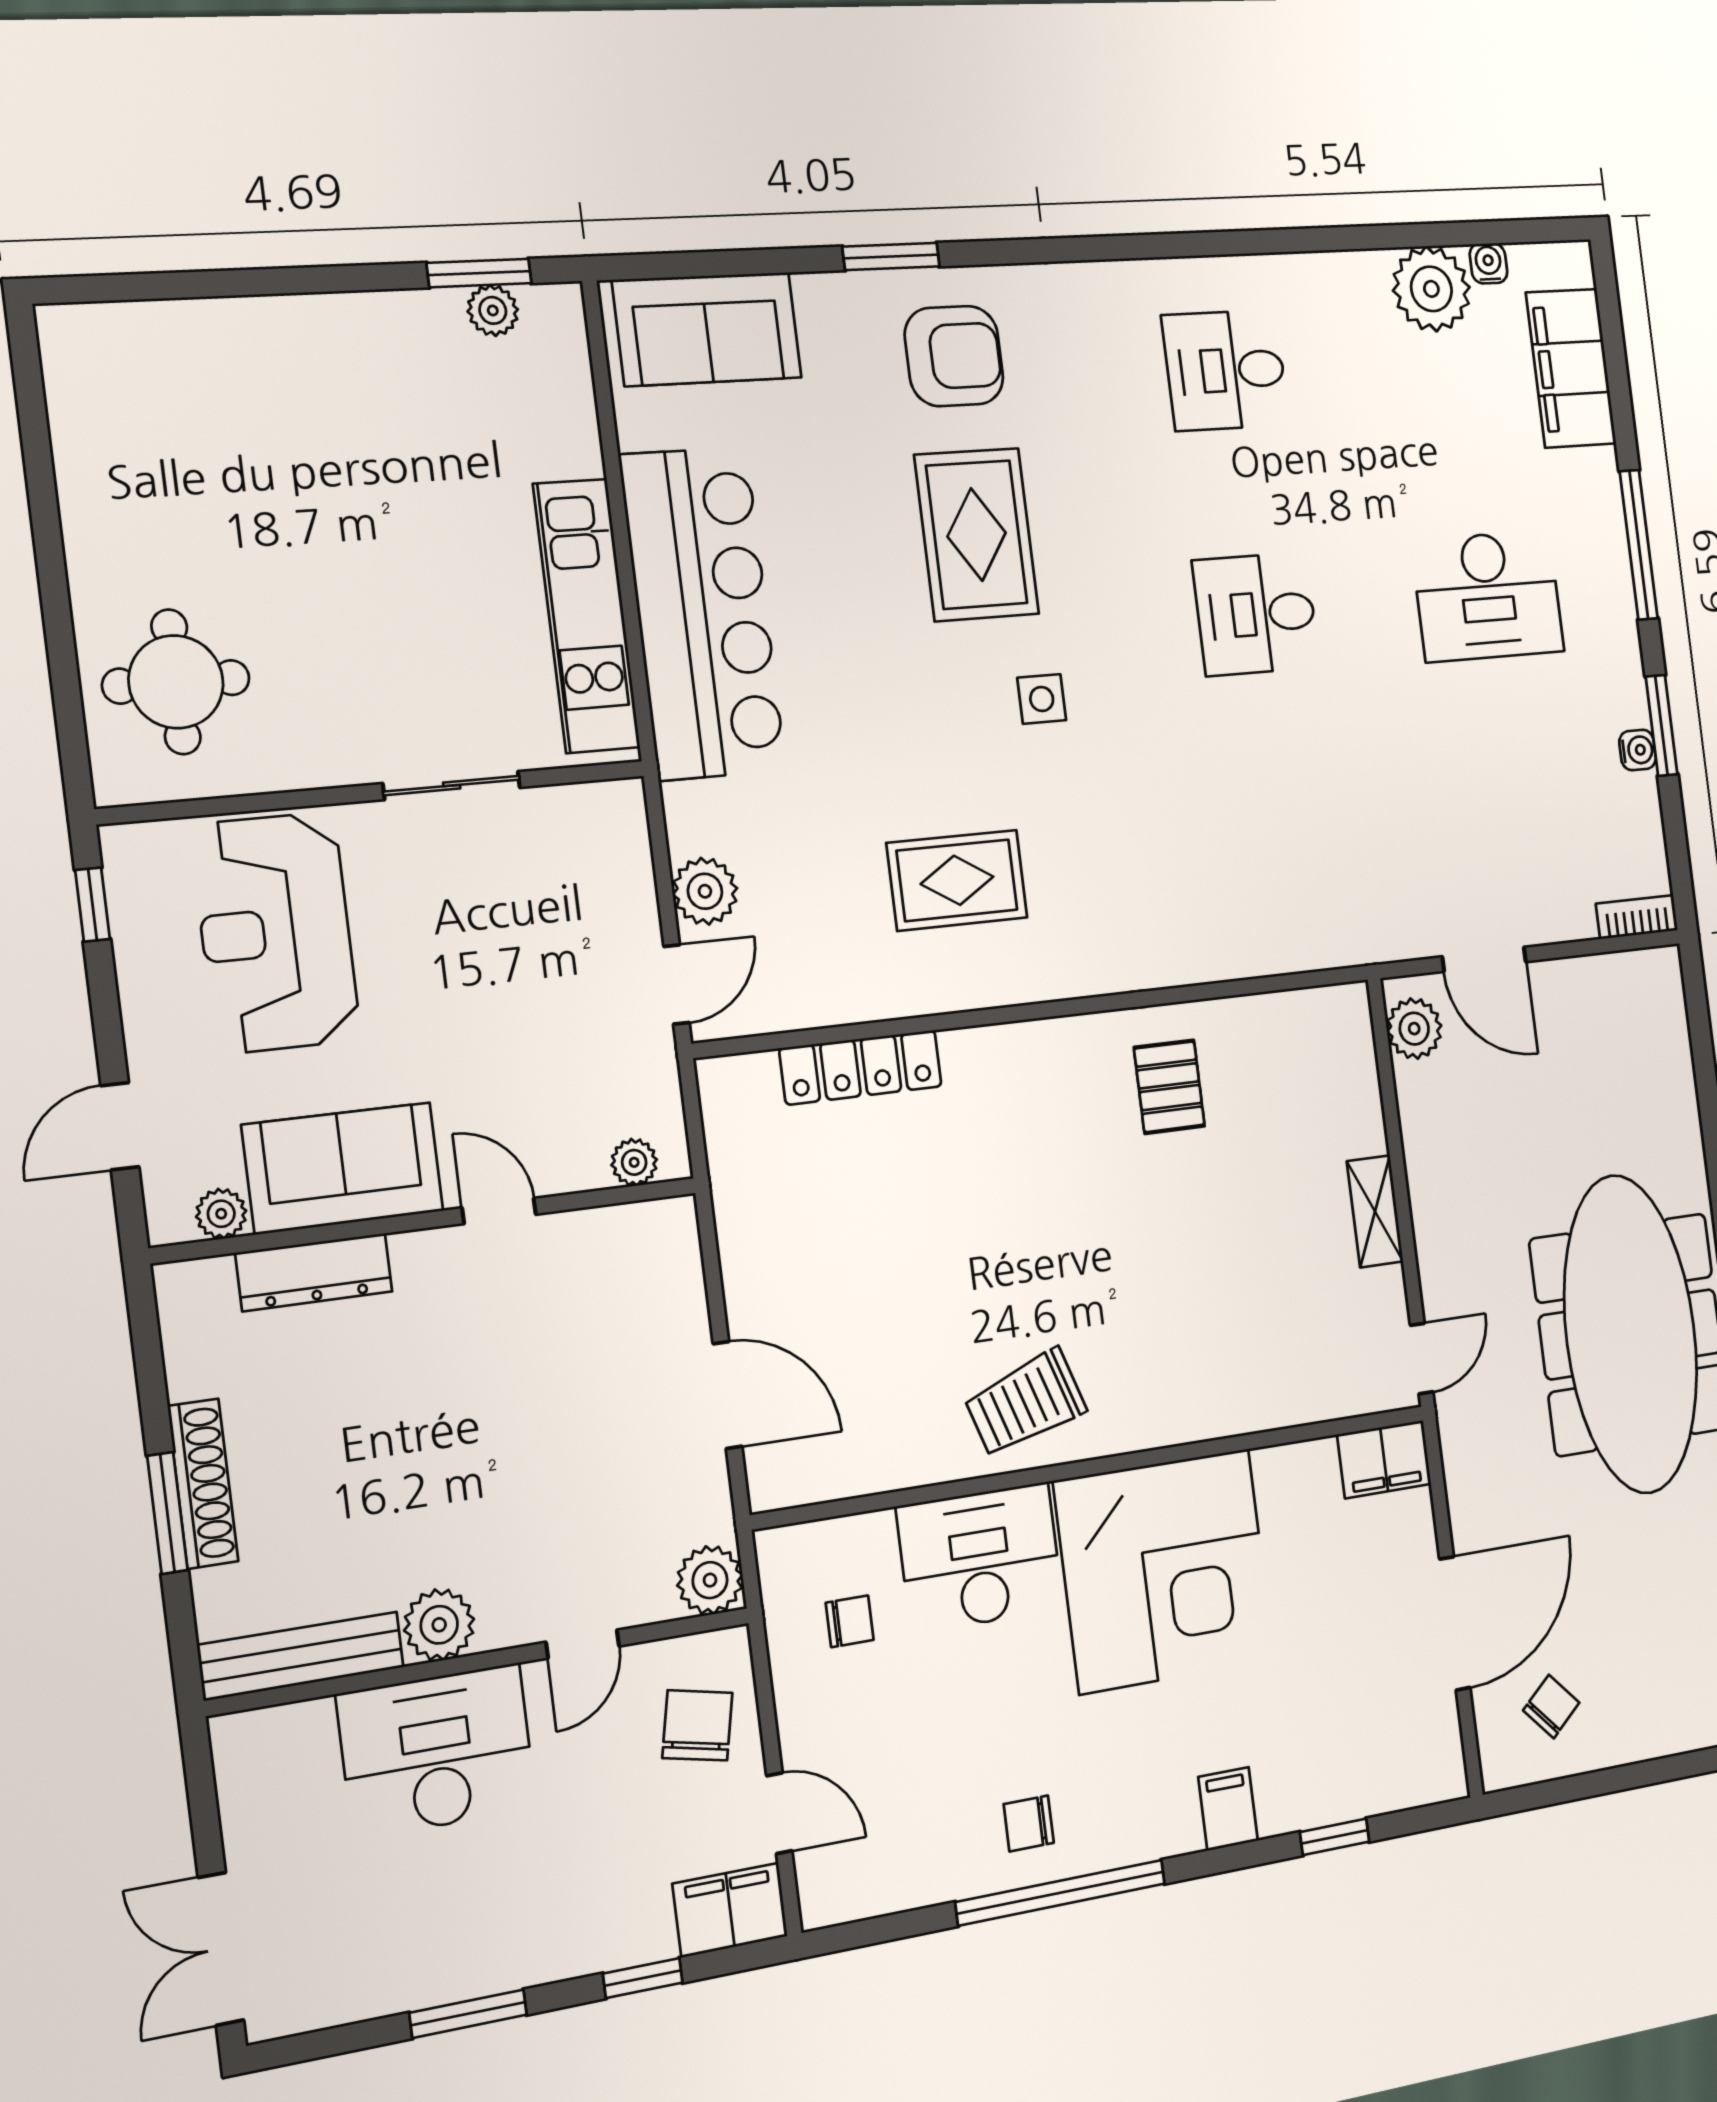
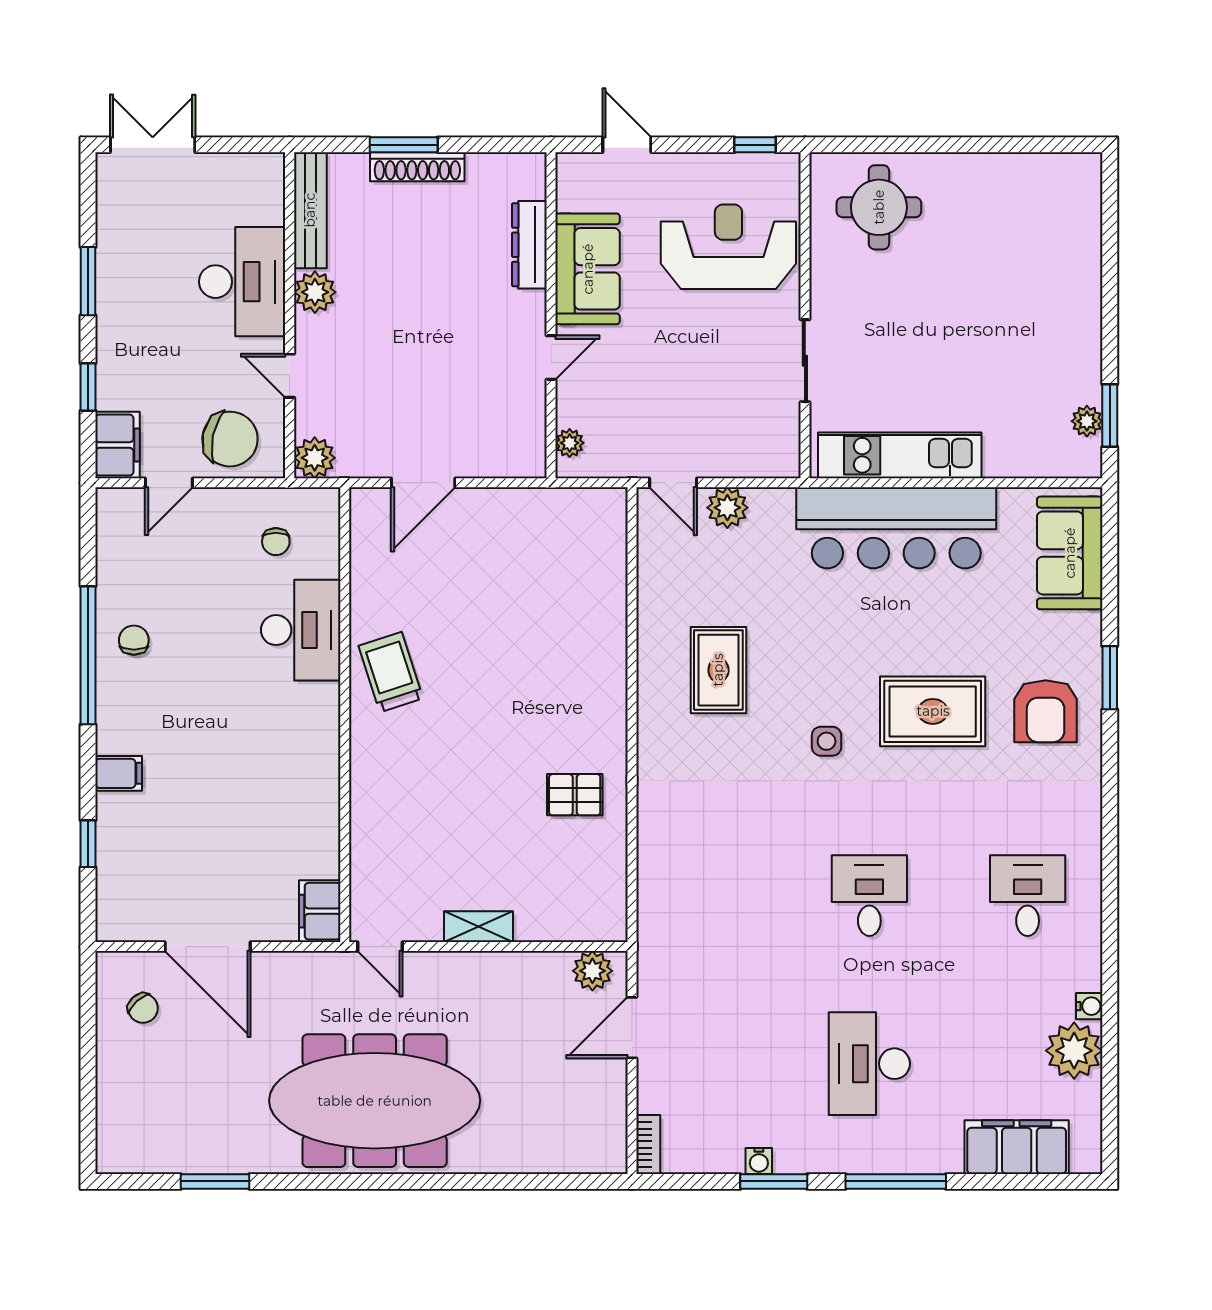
water cooler: (1488, 263) -> (1089, 1006), moved
locker: (861, 1067) -> (610, 592), removed
plant: (221, 1214) -> (570, 196), removed
corner desk: (1164, 1571) -> (273, 751), removed
chair: (697, 1725) -> (230, 439), width x1.37, depth x1.37

